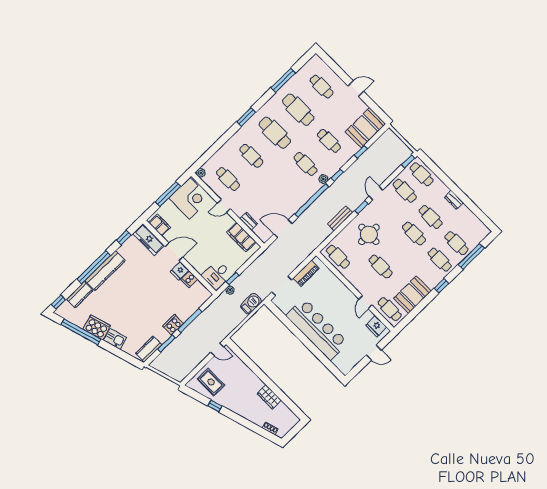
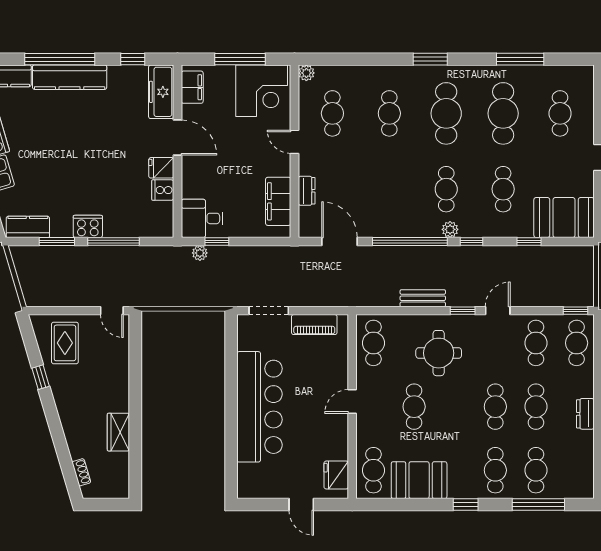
door: (365, 302) -> (352, 401), moved
barbecue: (251, 304) -> (209, 295), removed

